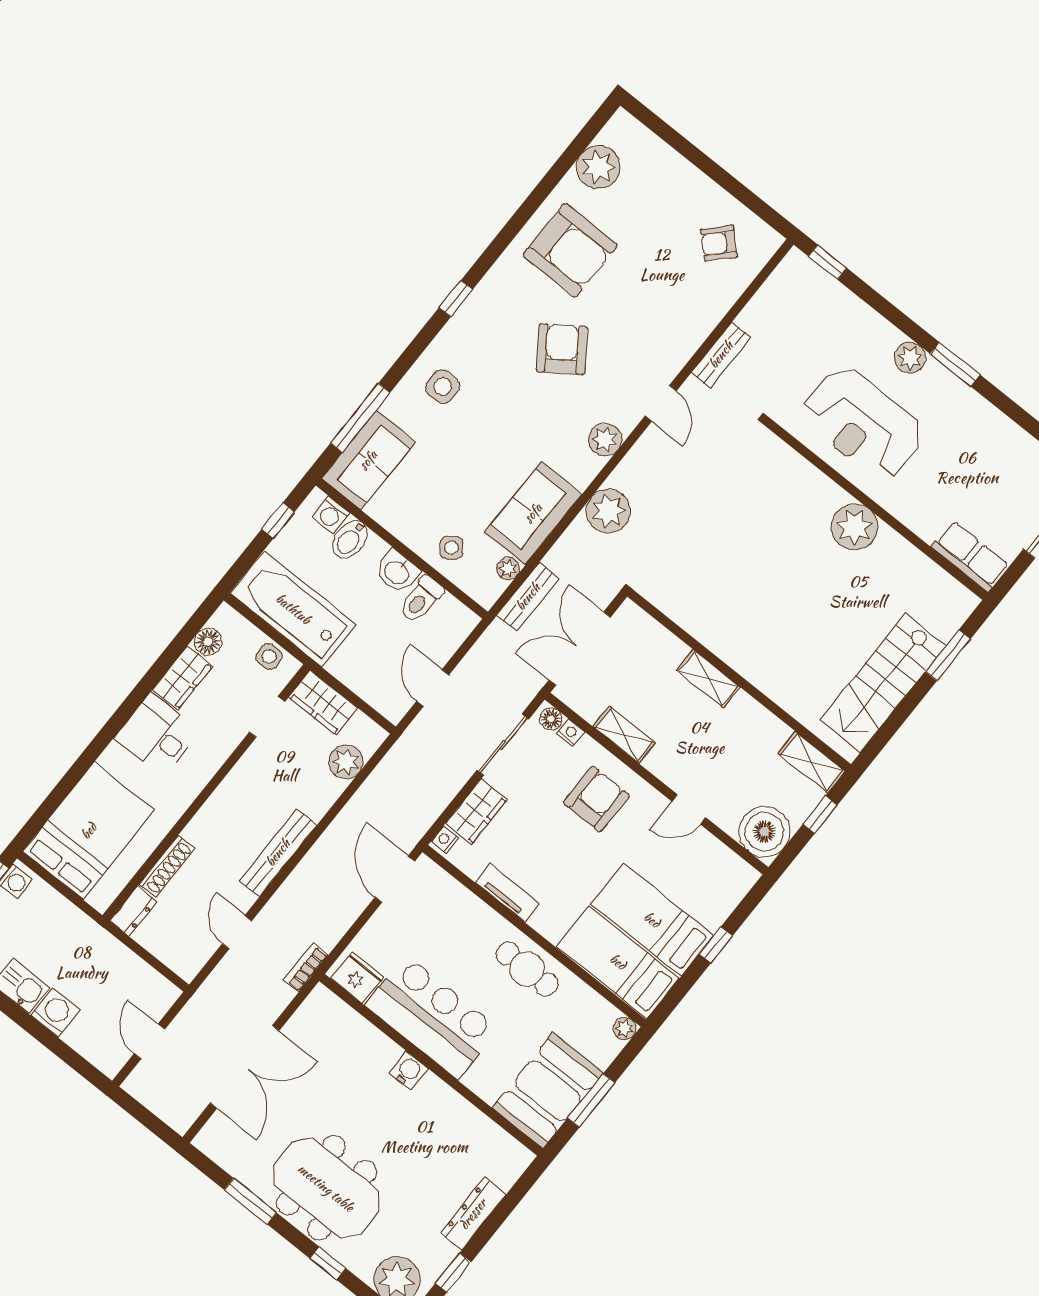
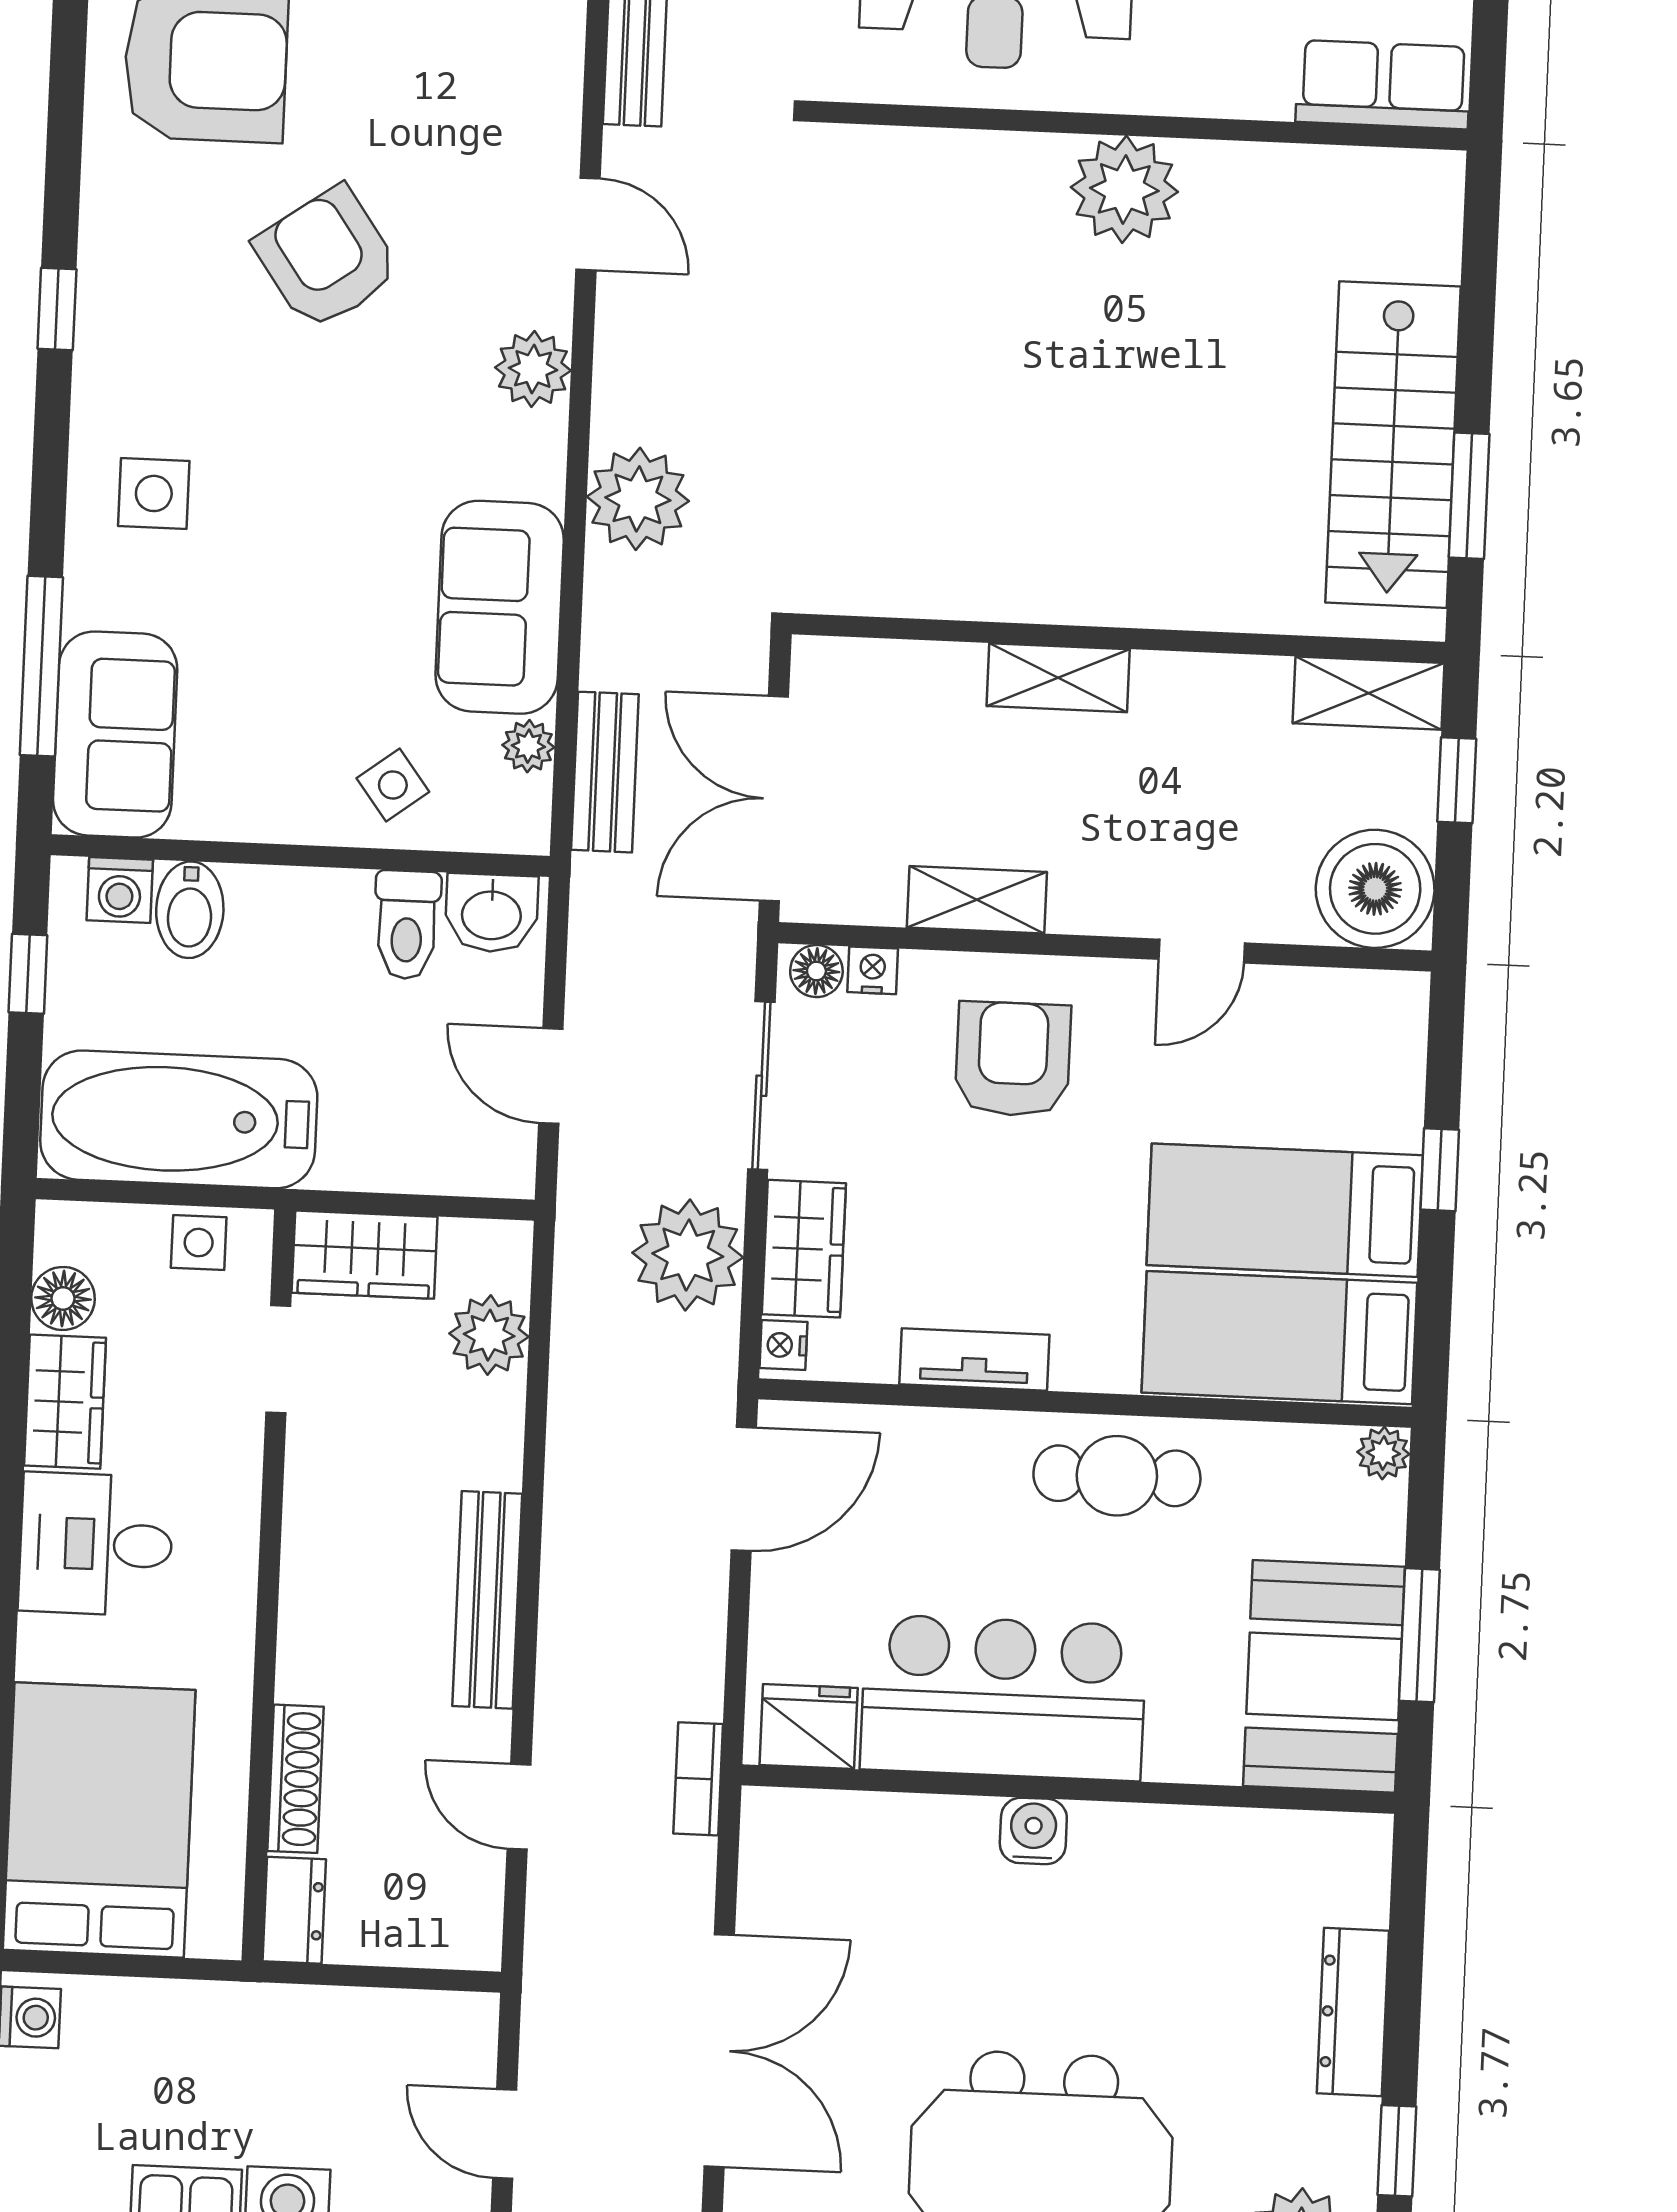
washbasin: (397, 572) -> (491, 913), moved
window: (948, 655) -> (1469, 496), moved
plant: (435, 784) -> (688, 1255), added
door: (395, 879) -> (744, 1489), swing flipped

